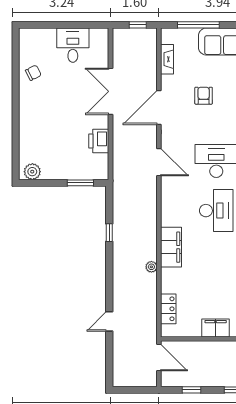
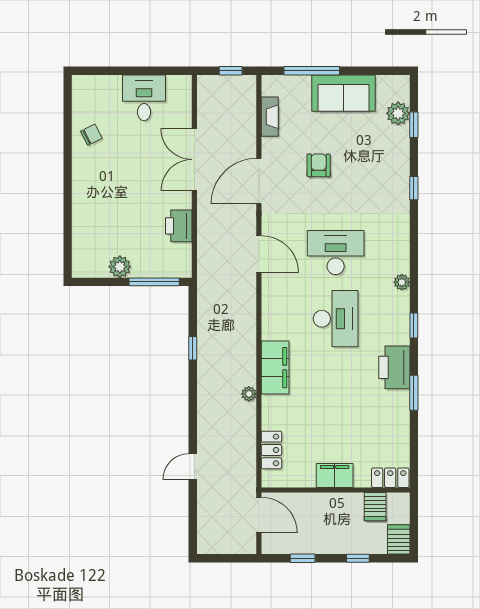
plant: (32, 172) -> (120, 267), moved
window: (80, 183) -> (154, 282), width x1.44

